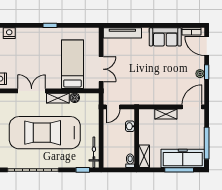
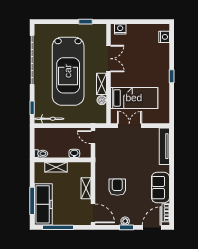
double door: (101, 69) -> (129, 126), swing flipped
armchair: (165, 82) -> (117, 187), added
car: (45, 133) -> (68, 71), turned 180
shelving: (144, 156) -> (56, 167), moved

